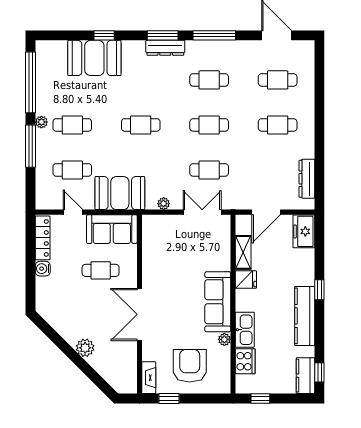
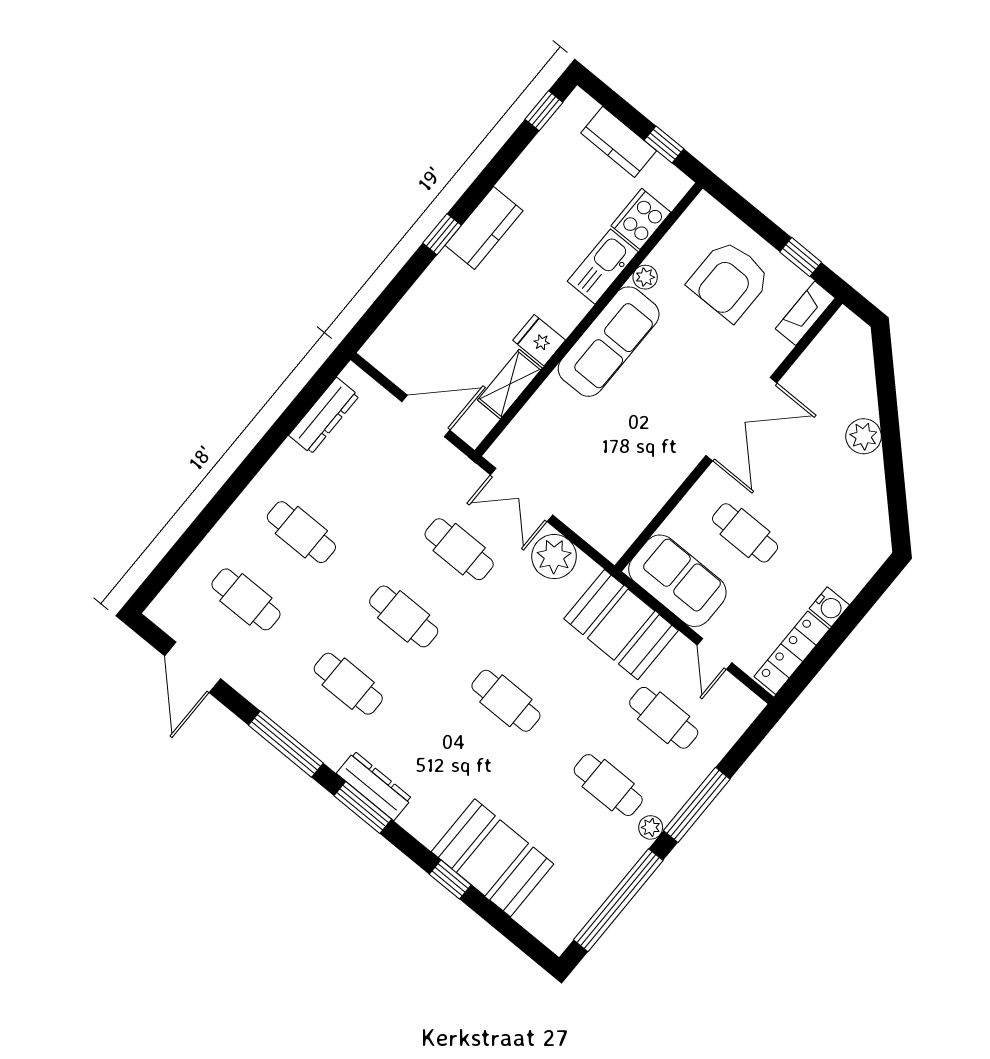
plant: (164, 204) -> (554, 557), width x1.88, depth x1.88
freezer: (304, 231) -> (393, 341), removed
kitchen counter: (305, 316) -> (484, 228), width x0.67
kitchen counter: (306, 376) -> (619, 142), moved, turned 90

